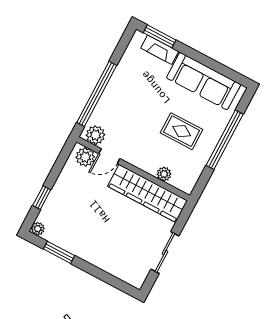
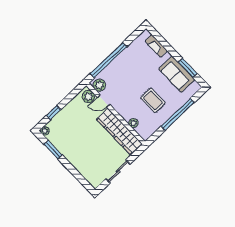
window: (160, 36) -> (188, 68), moved
sofa: (204, 81) -> (177, 74), width x0.73

